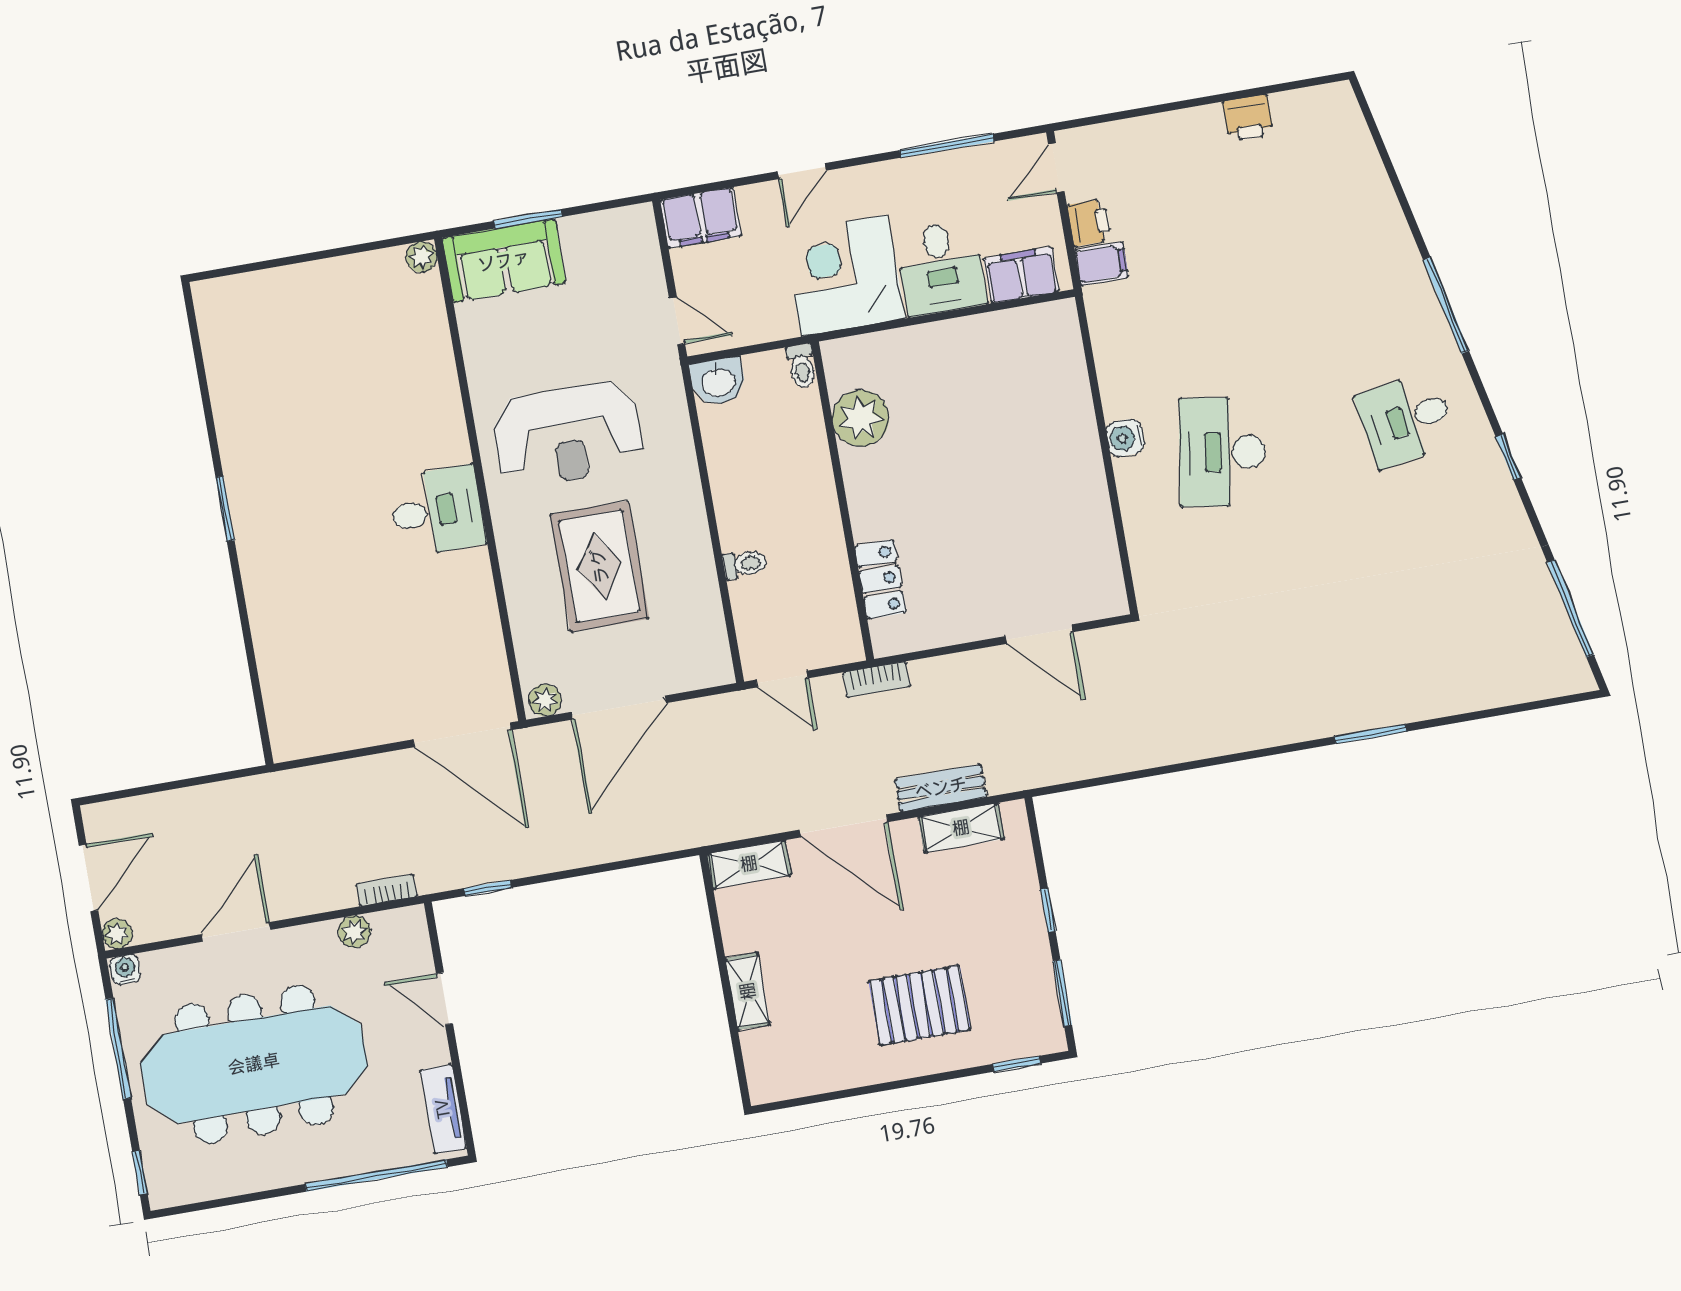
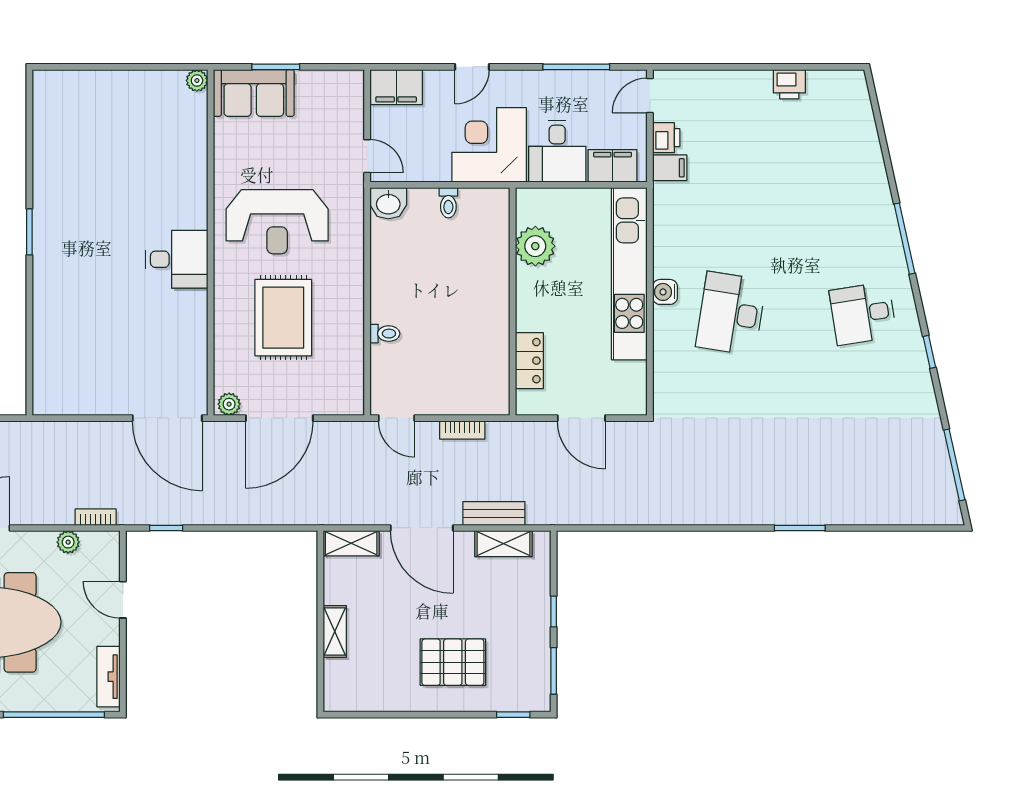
plant: (861, 418) -> (535, 246), moved
kitchen unit: (1071, 421) -> (629, 274), added
wall: (842, 501) -> (513, 302), moved
locker: (880, 579) -> (529, 361), moved

